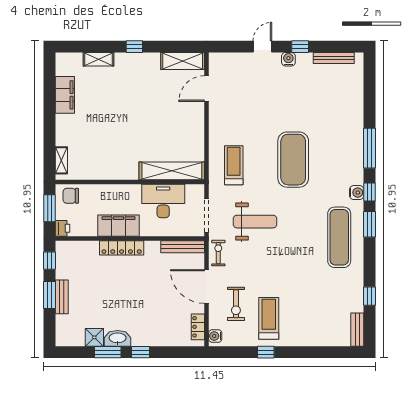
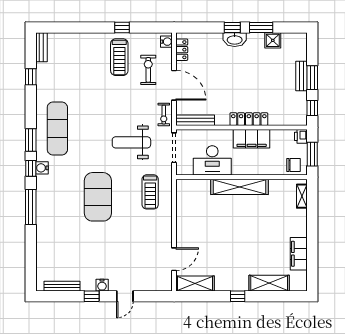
shelving: (99, 59) -> (269, 283), width x1.50, depth x1.33
shelving: (172, 171) -> (239, 187), moved
washbasin: (118, 338) -> (235, 40), moved

